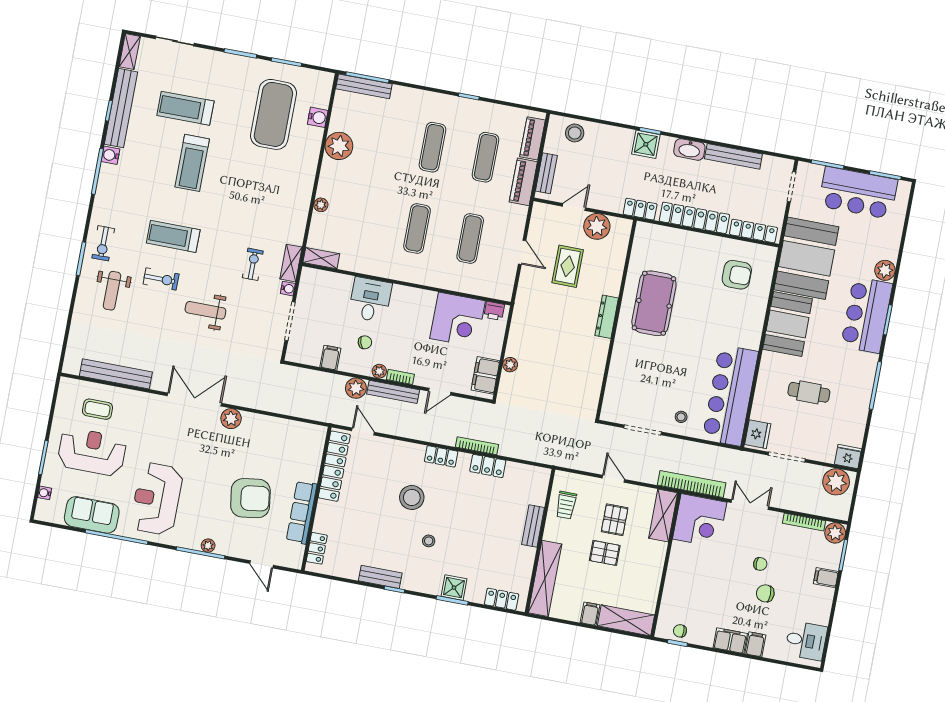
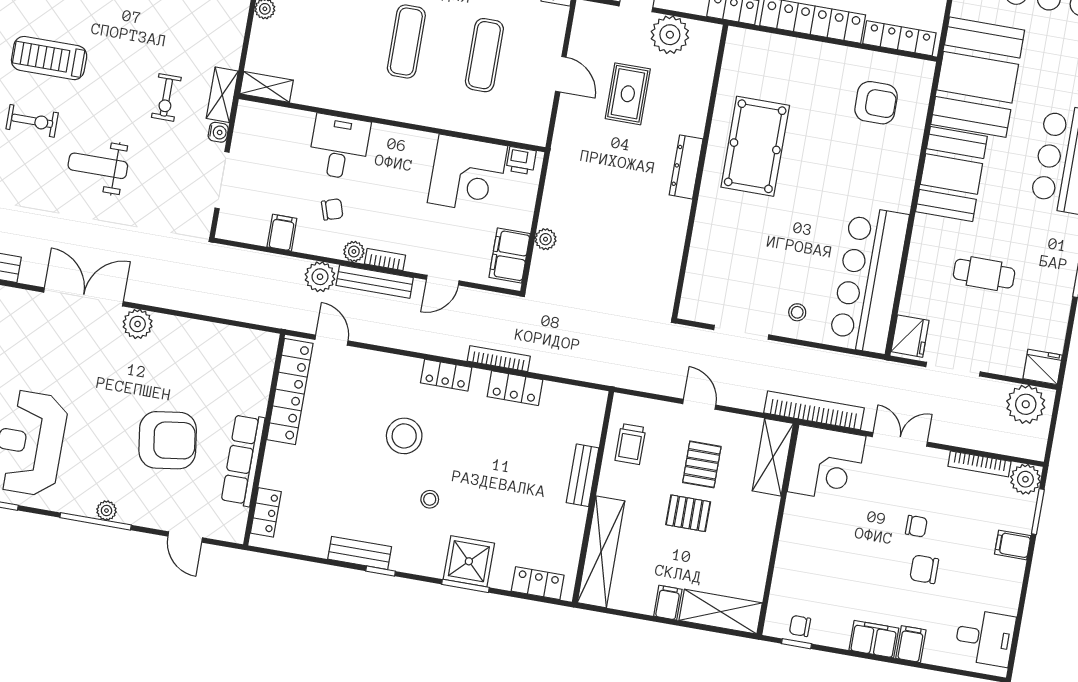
exercise bike: (253, 264) -> (166, 97), turned 180
shower: (454, 588) -> (469, 561), width x1.36, depth x1.36

